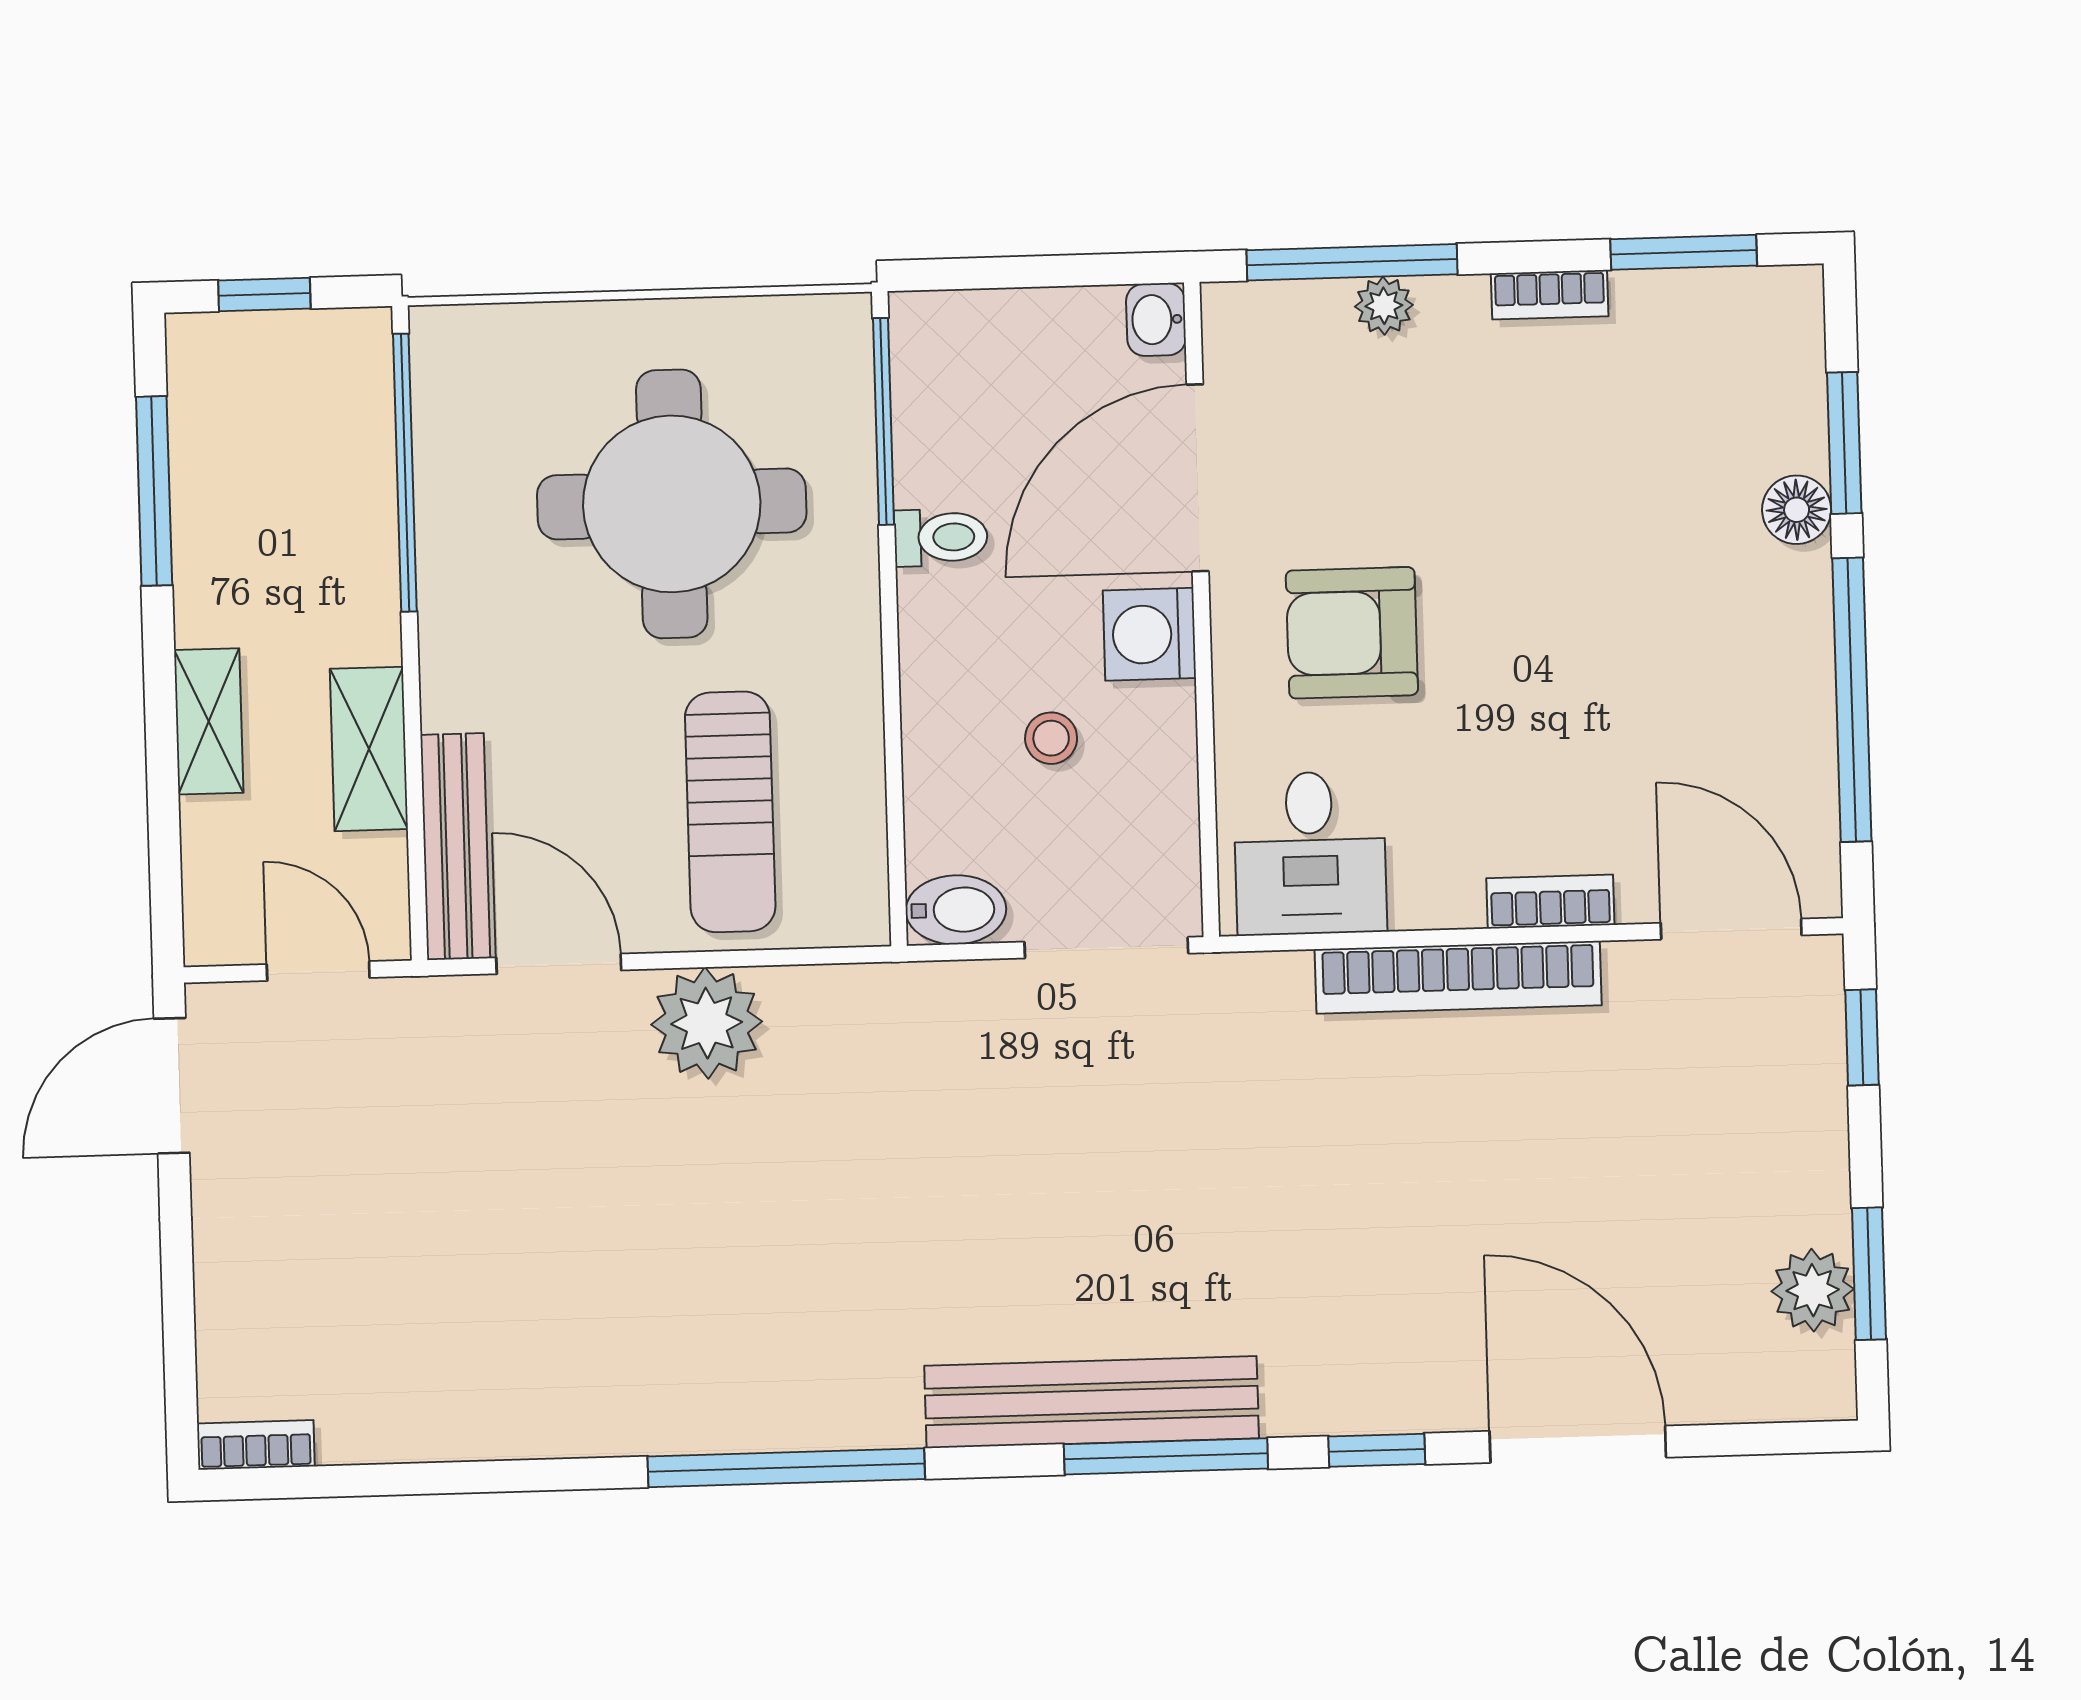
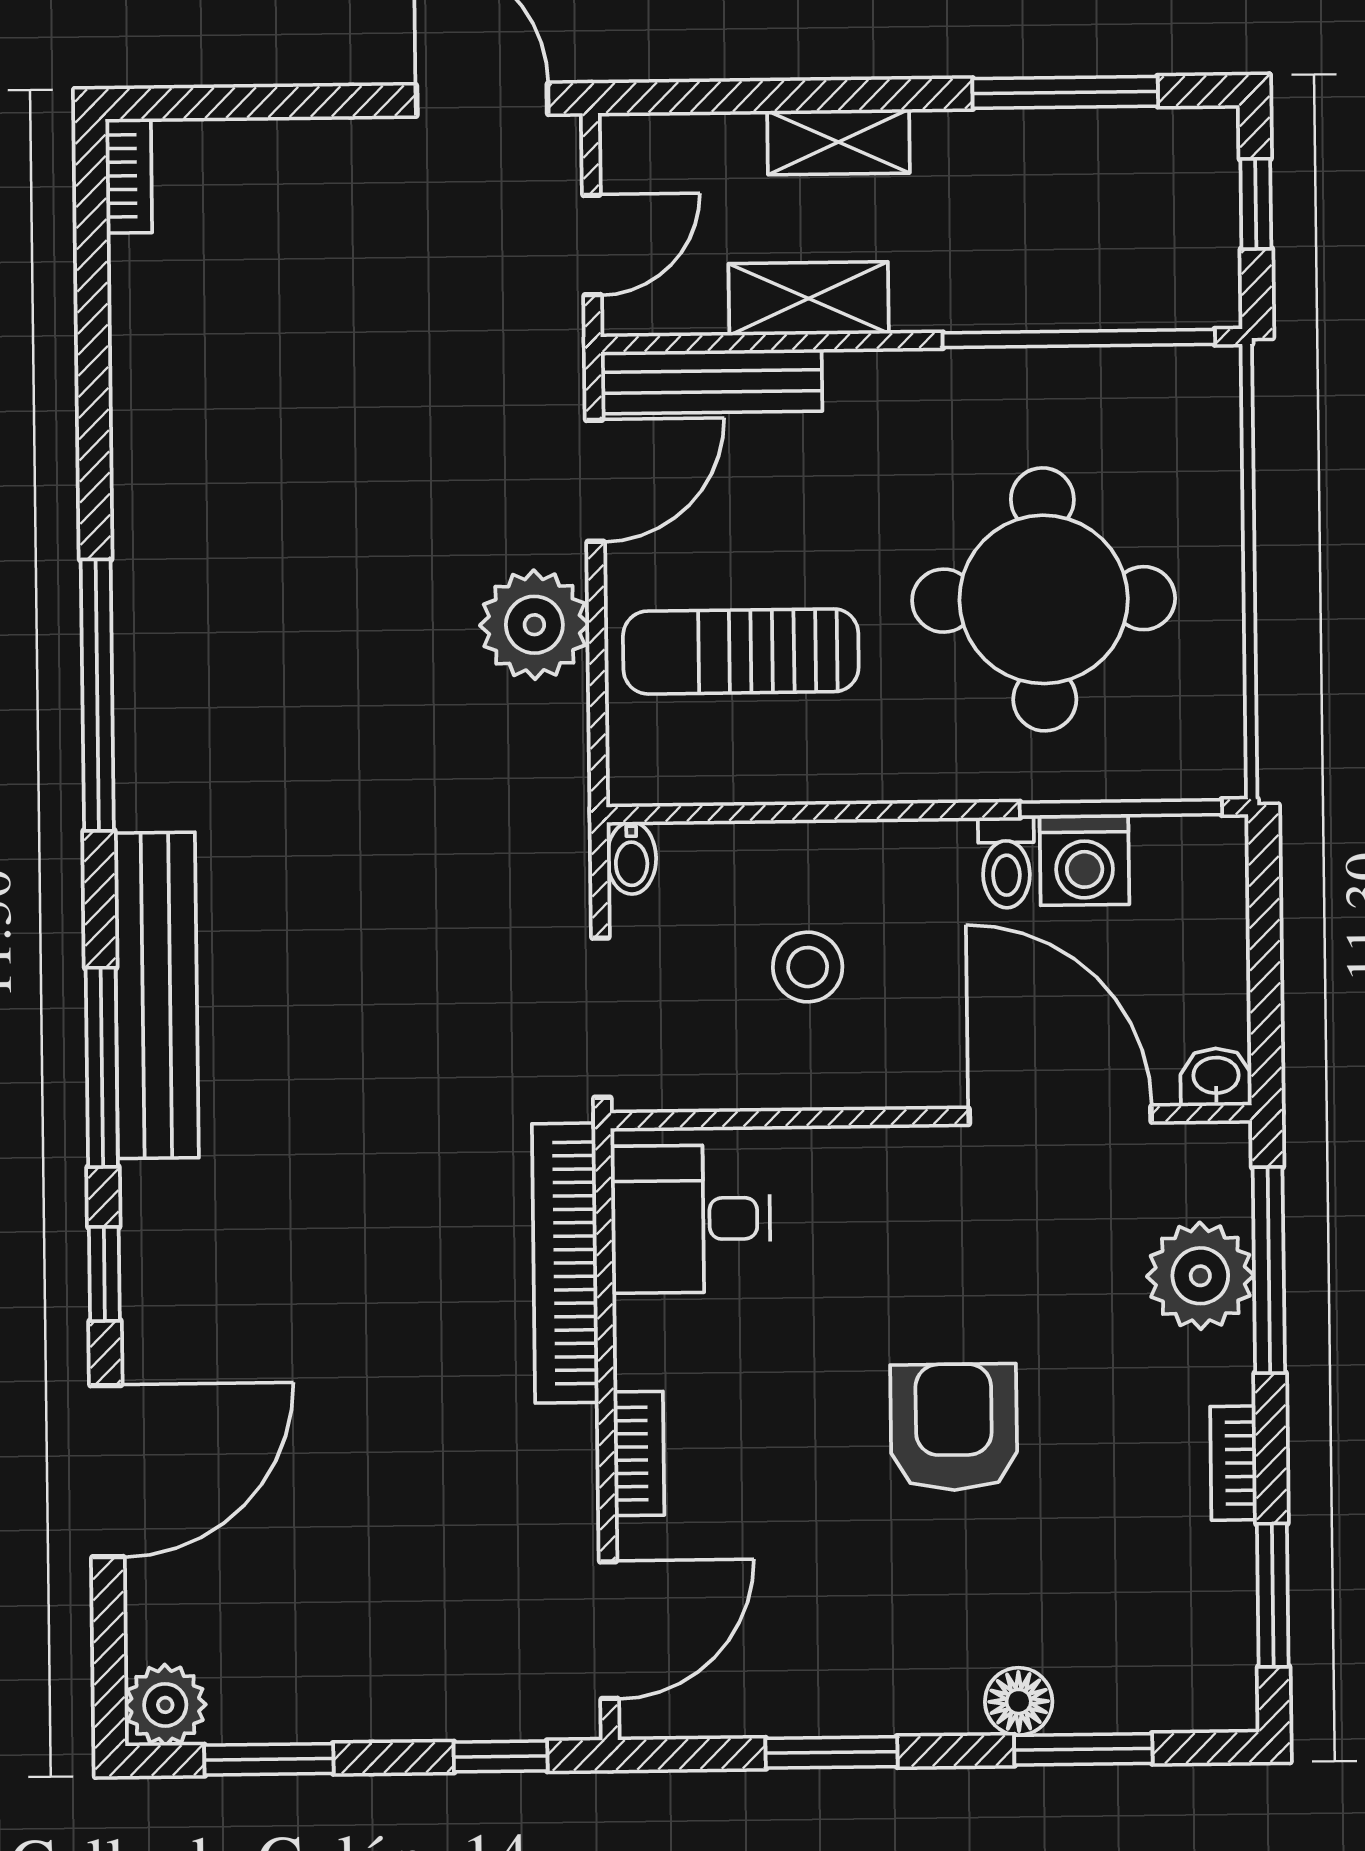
plant: (1384, 306) -> (1200, 1276), width x1.88, depth x1.88
armchair: (1352, 633) -> (954, 1427), moved
washing machine: (1149, 634) -> (1084, 861), moved, turned 180
window: (1852, 700) -> (832, 1752), width x0.47
stool: (1051, 738) -> (808, 967), width x1.37, depth x1.37
bidet: (956, 910) -> (631, 858), width x0.72, depth x0.74
bookcase: (1458, 977) -> (565, 1263), moved
plant: (1813, 1290) -> (165, 1705), moved

